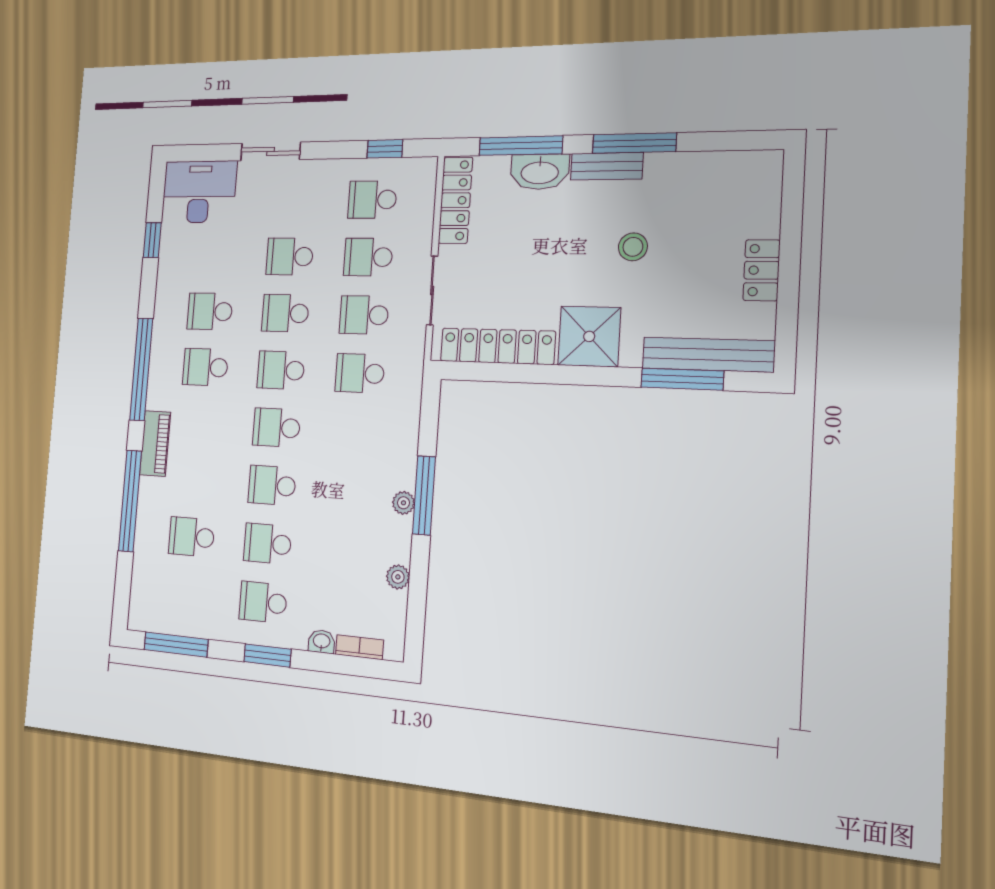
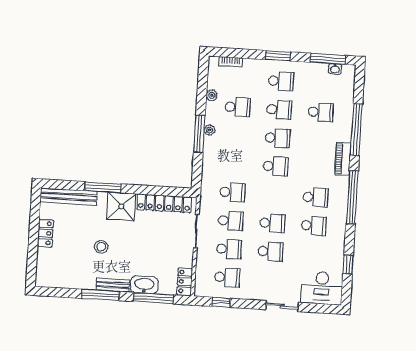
locker: (455, 200) -> (185, 282), width x0.66
school desk: (281, 370) -> (238, 107), moved
window: (682, 379) -> (103, 187), moved
washbasin: (322, 642) -> (335, 69), moved

